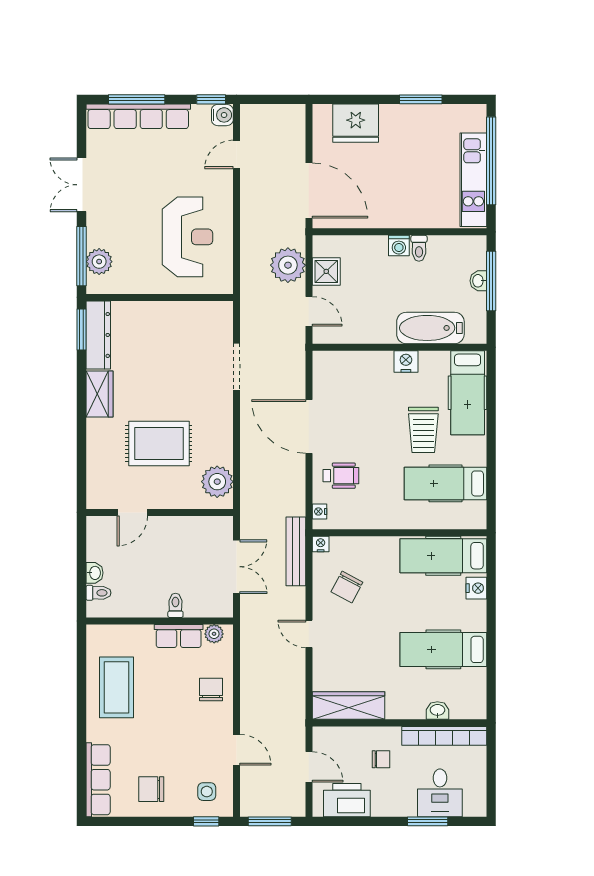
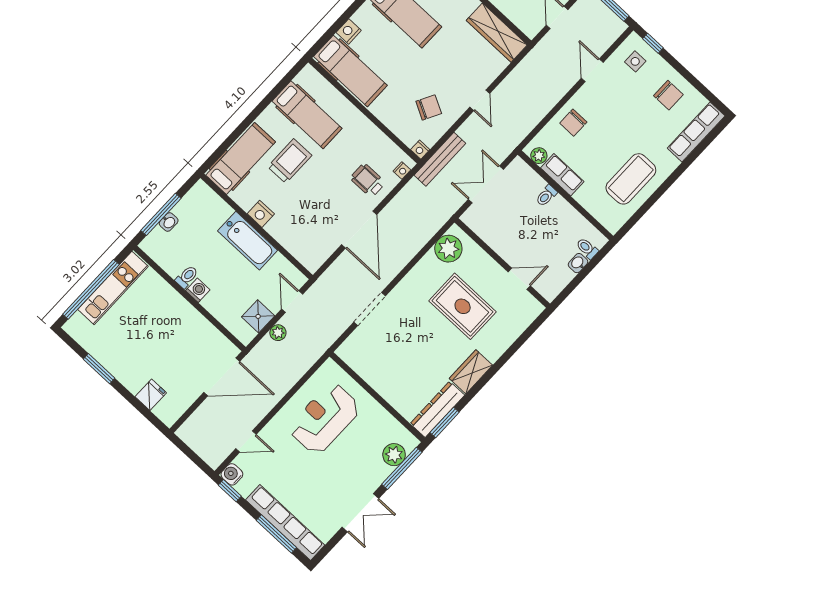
fridge: (356, 123) -> (151, 395), width x0.53, depth x0.75
door: (309, 190) -> (222, 377), swing flipped
plant: (288, 265) -> (278, 333), width x0.53, depth x0.53
bathtub: (430, 328) -> (248, 241), moved

